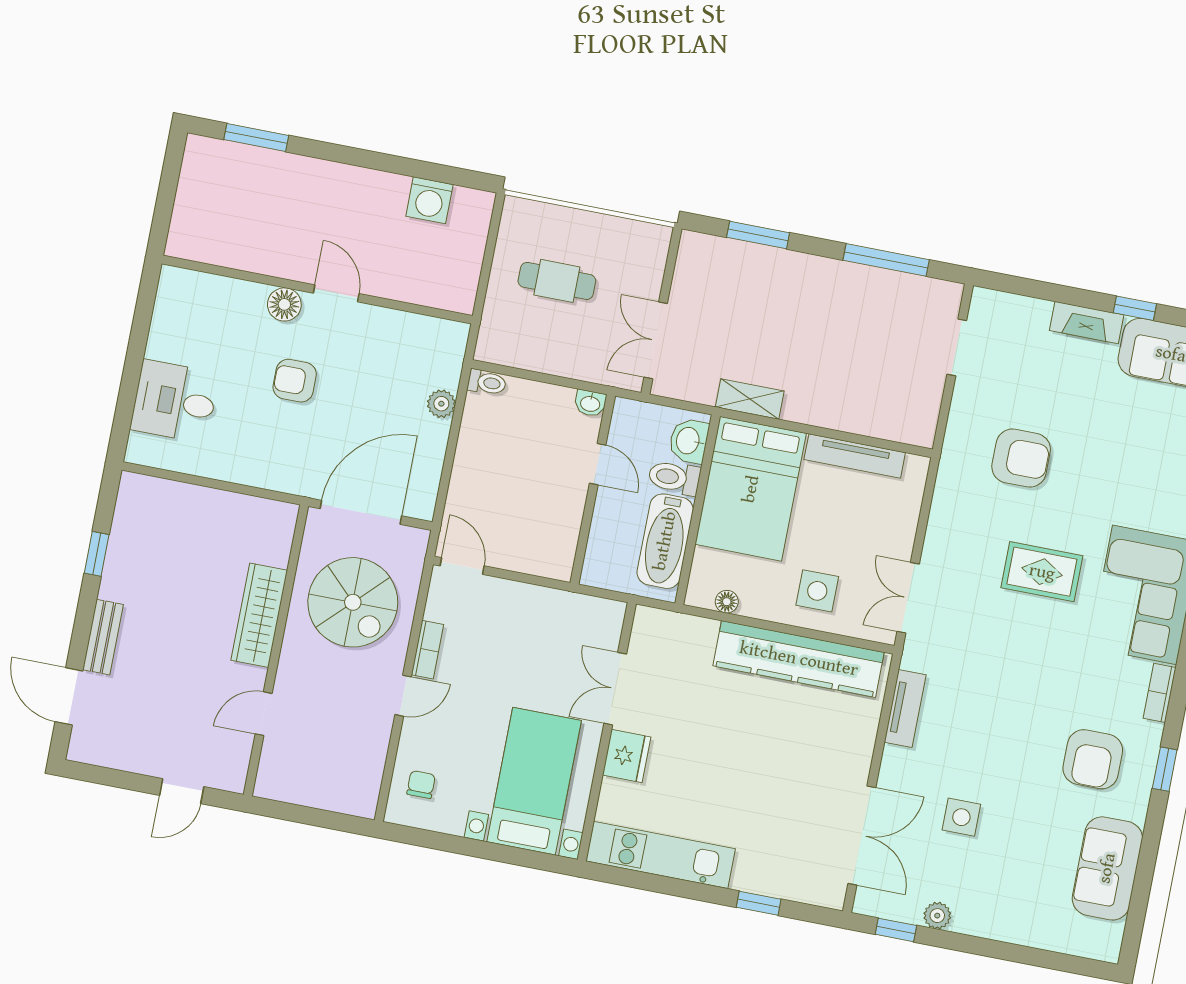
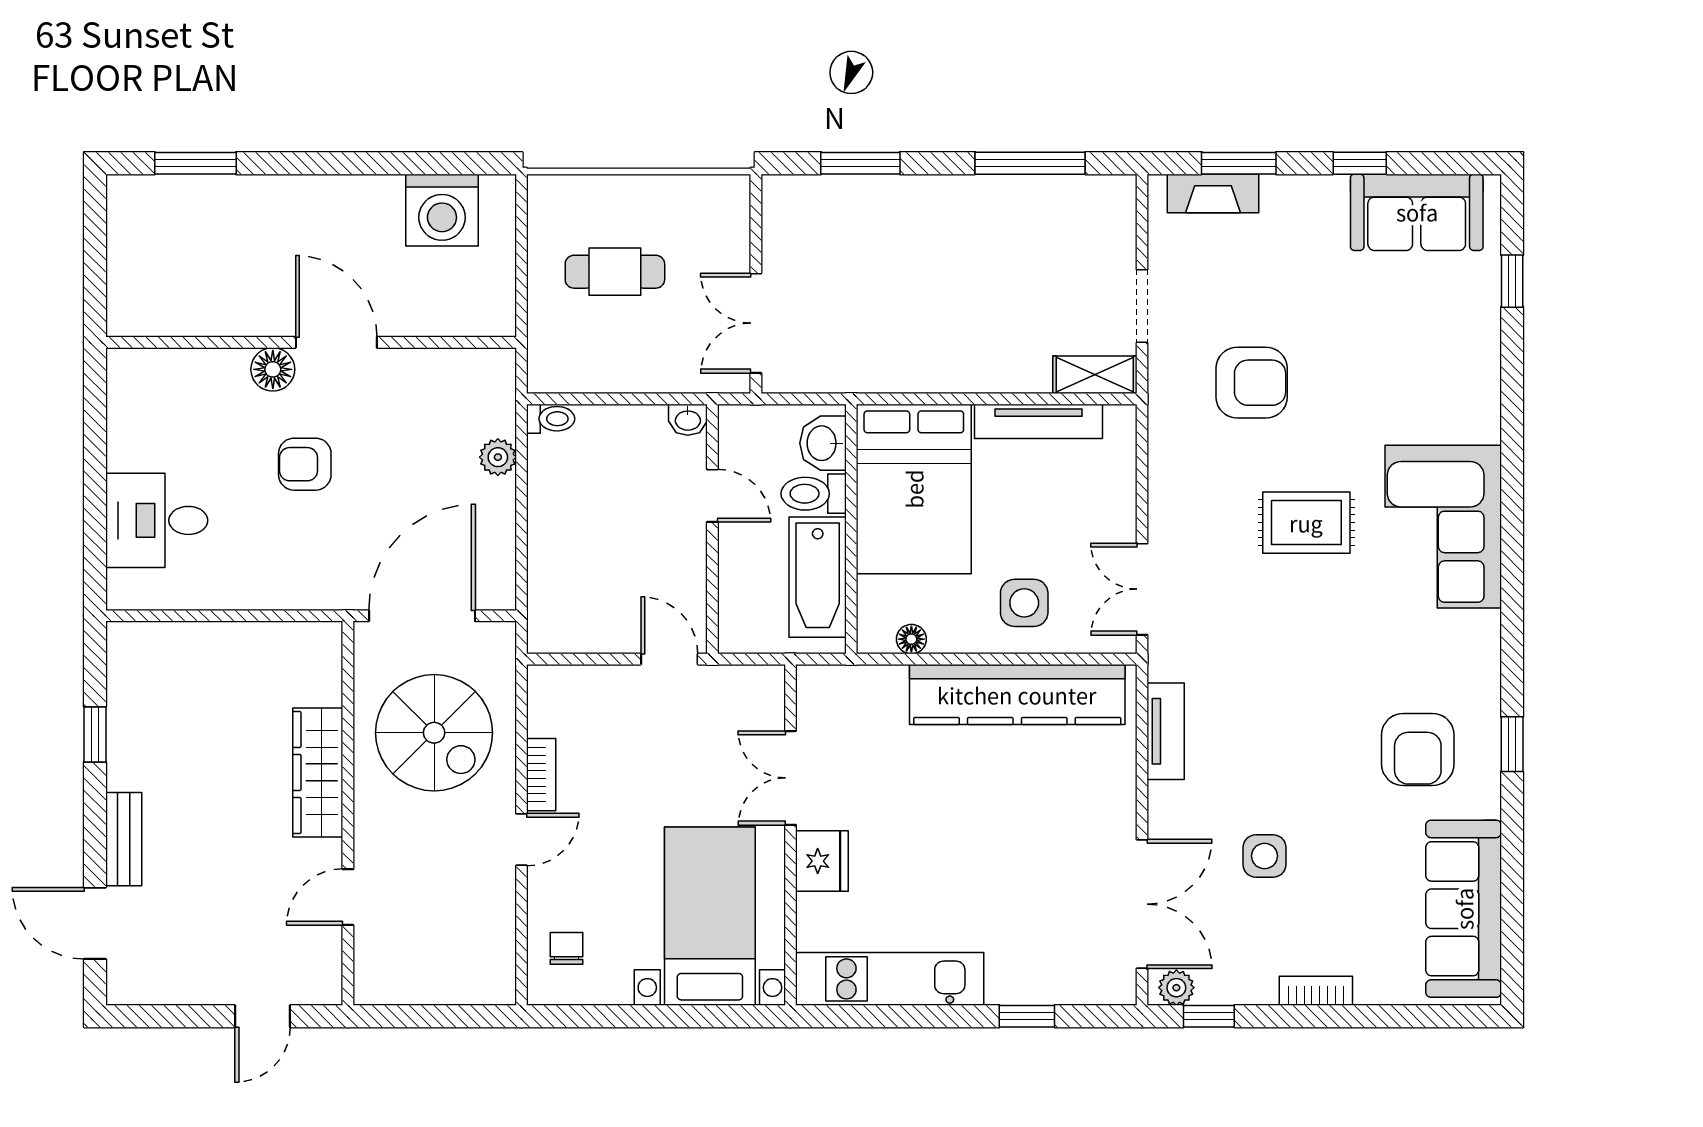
washing machine: (429, 200) -> (442, 210), width x1.37, depth x1.37
window: (1044, 291) -> (1239, 163), added
door: (336, 293) -> (336, 342), width x1.38
fireplace: (1087, 323) -> (1213, 193), moved
doorway: (957, 347) -> (1142, 306), moved
shelving: (750, 399) -> (1095, 375), moved
door: (462, 566) -> (669, 659), moved
bookcase: (1160, 693) -> (1316, 991), moved, turned 90
sofa: (1107, 868) -> (1464, 909), width x1.36
plant: (937, 916) -> (1176, 988), moved

